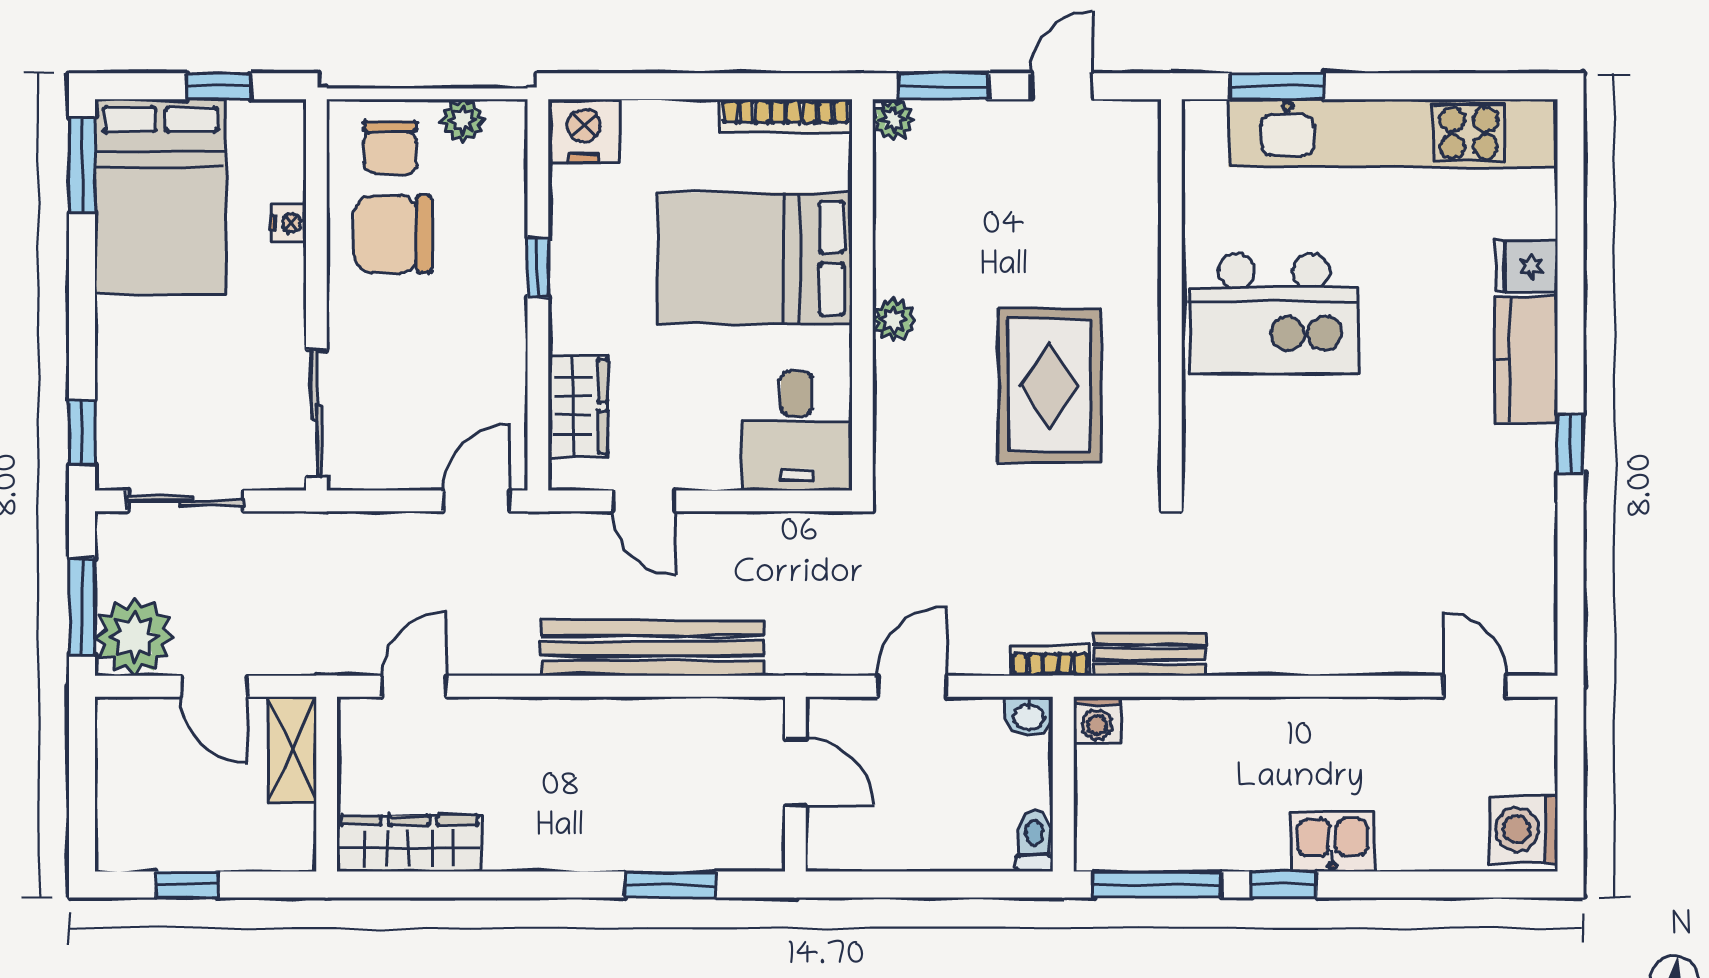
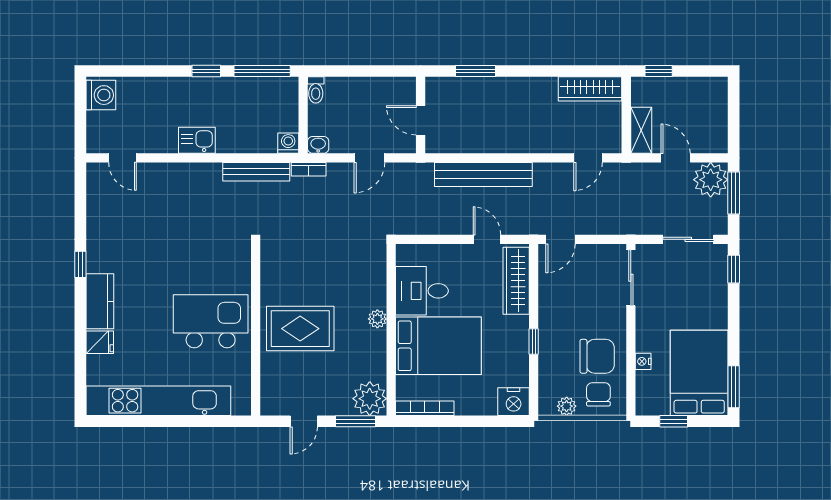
window: (1277, 86) -> (209, 421), removed
plant: (893, 120) -> (370, 399), width x1.88, depth x1.88
rug: (1049, 385) -> (300, 329), moved, turned 90
wardrobe: (578, 406) -> (516, 281), width x1.50
desk: (797, 431) -> (422, 291), moved, turned -90
bench: (1150, 655) -> (256, 172), width x1.36
kitchen sink: (1332, 842) -> (197, 140), moved, turned 180
window: (187, 885) -> (659, 71), moved

